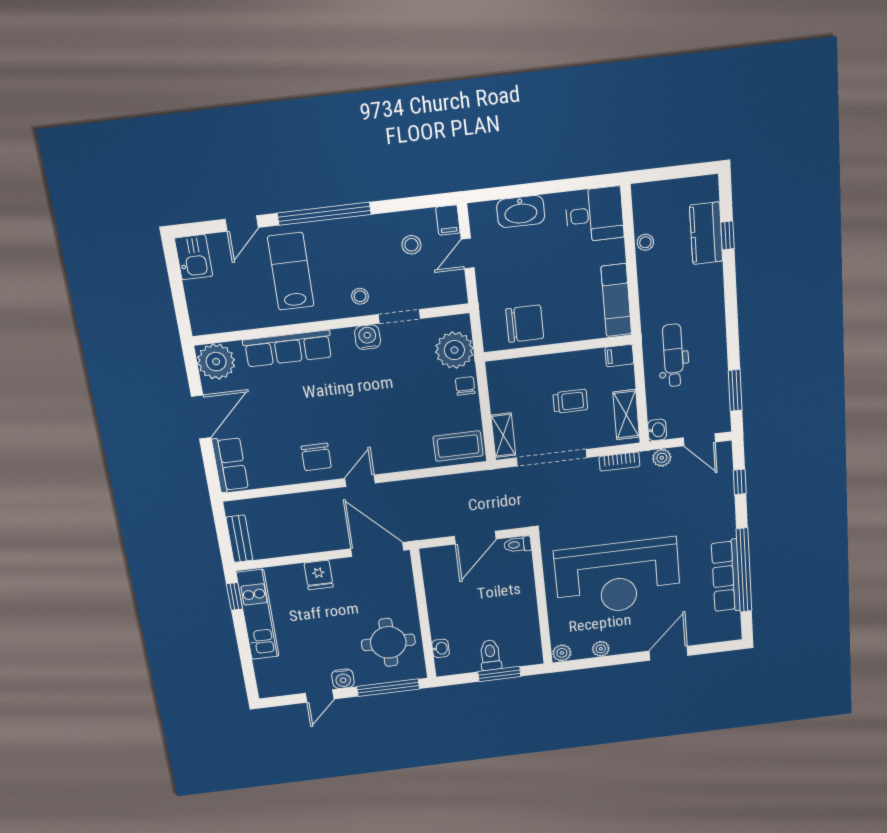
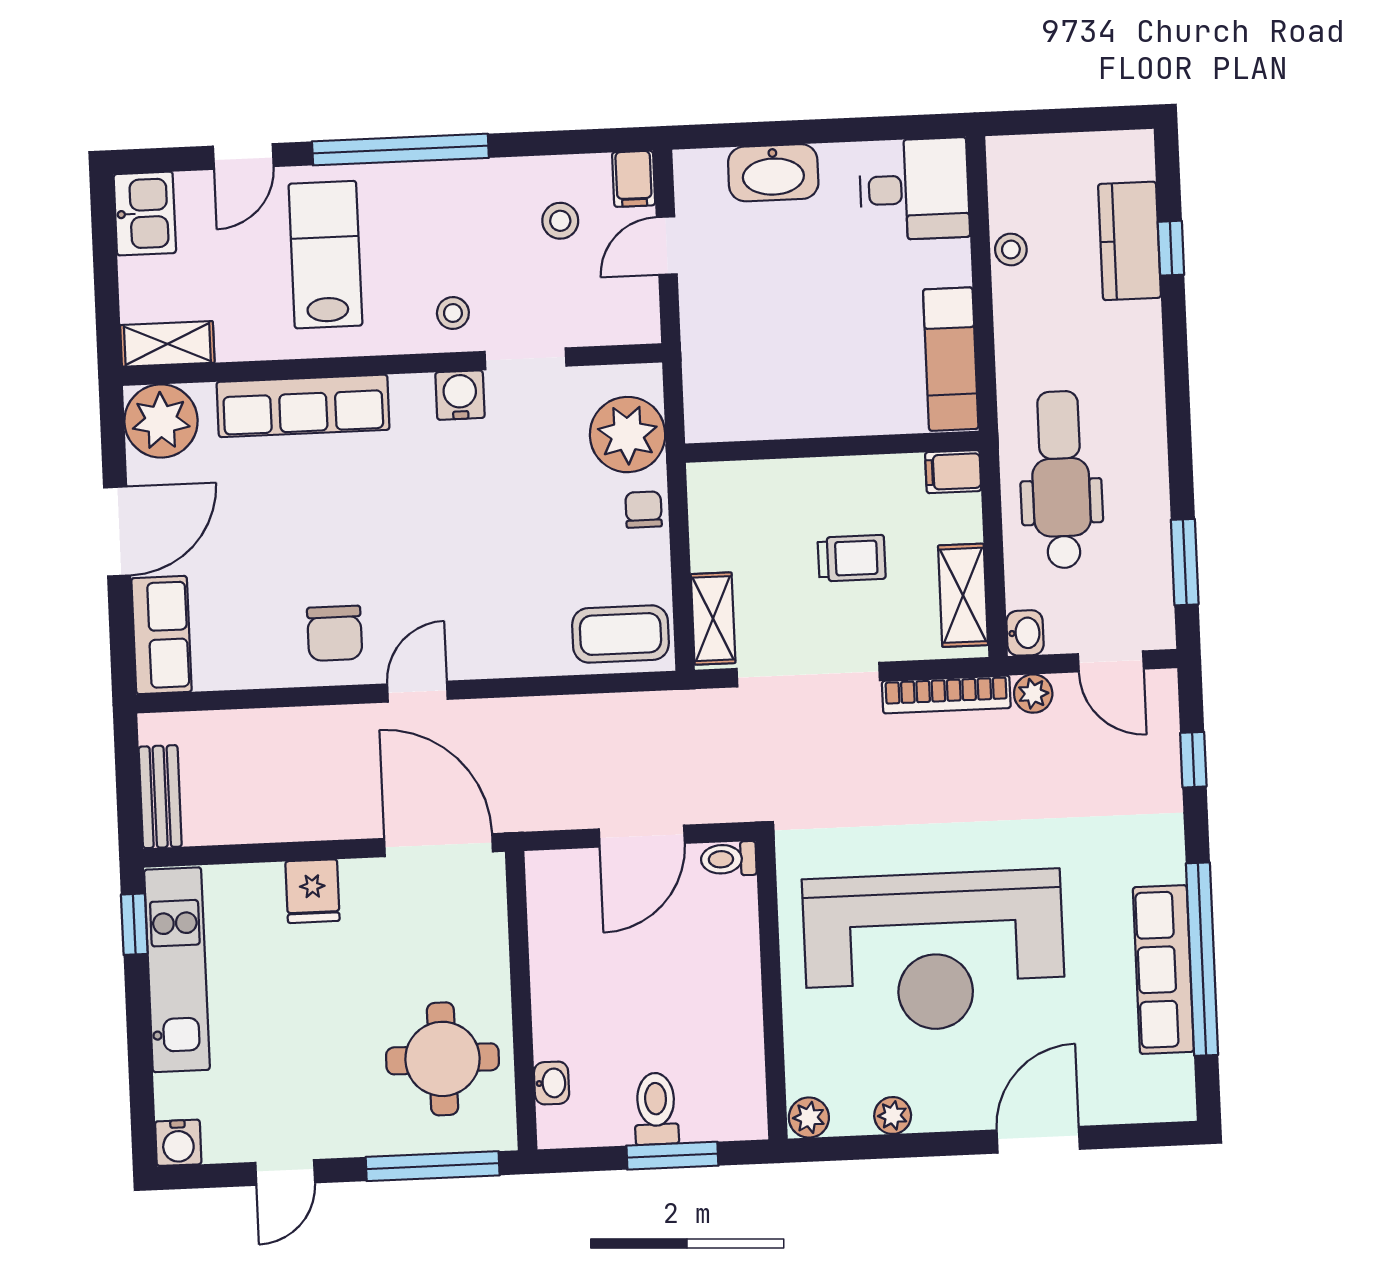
shelving: (214, 323) -> (167, 344), added
chair: (525, 324) -> (769, 392), removed
dental chair: (673, 355) -> (1061, 480), width x1.36, depth x1.38
bookcase: (619, 462) -> (946, 694), width x1.56
water cooler: (343, 679) -> (178, 1143), moved

